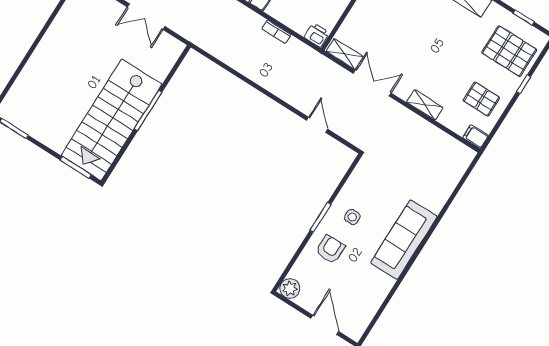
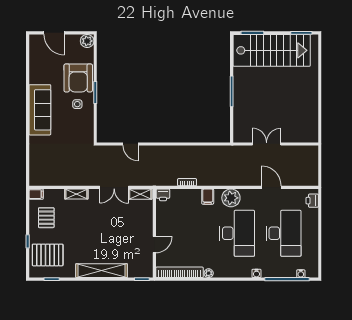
pallet: (481, 99) -> (46, 218), turned 90
stairs: (112, 120) -> (272, 50), moved, turned 90
armchair: (330, 249) -> (78, 78), width x1.88, depth x1.88

